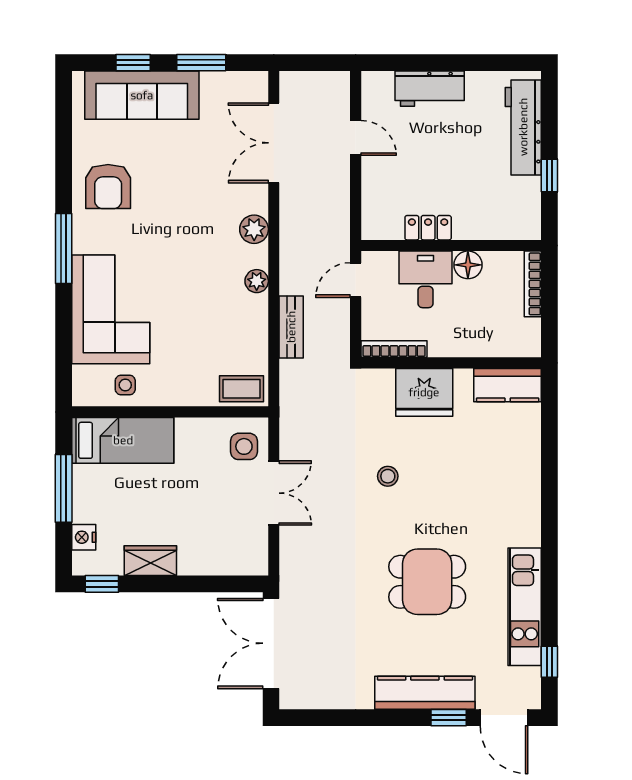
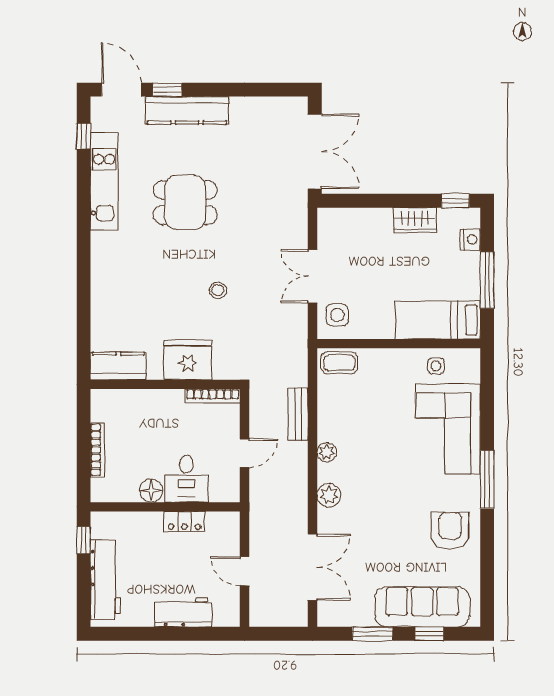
locker: (428, 228) -> (184, 522), moved
wall: (451, 245) -> (165, 507), moved
floor lamp: (468, 265) -> (151, 491), moved
desk: (425, 279) -> (187, 479), moved

